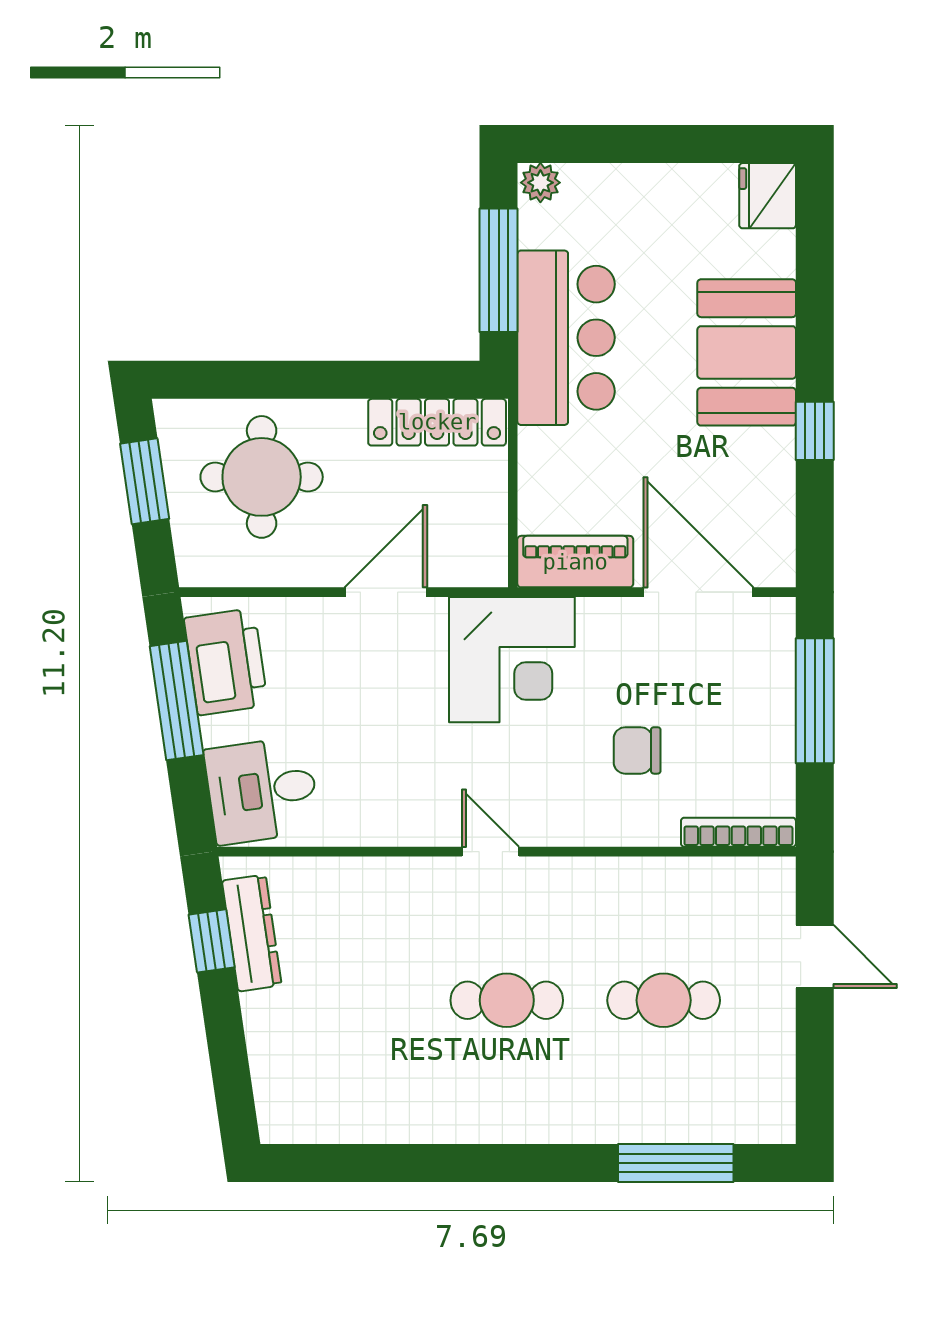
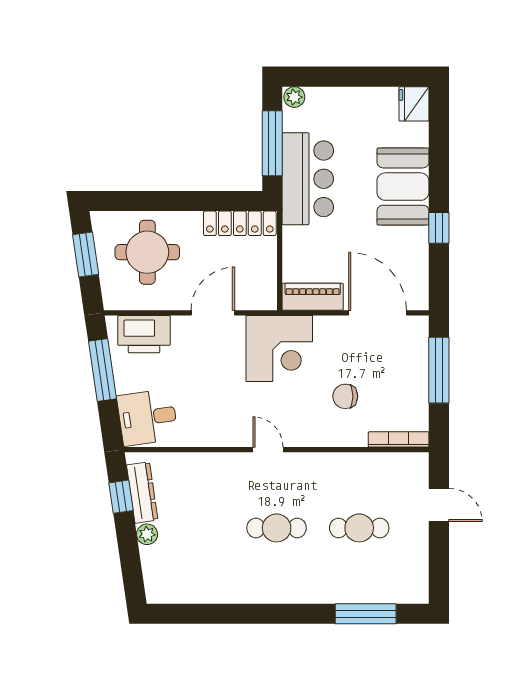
printer: (226, 662) -> (144, 334), moved, turned 98
plant: (261, 1012) -> (147, 534), added

